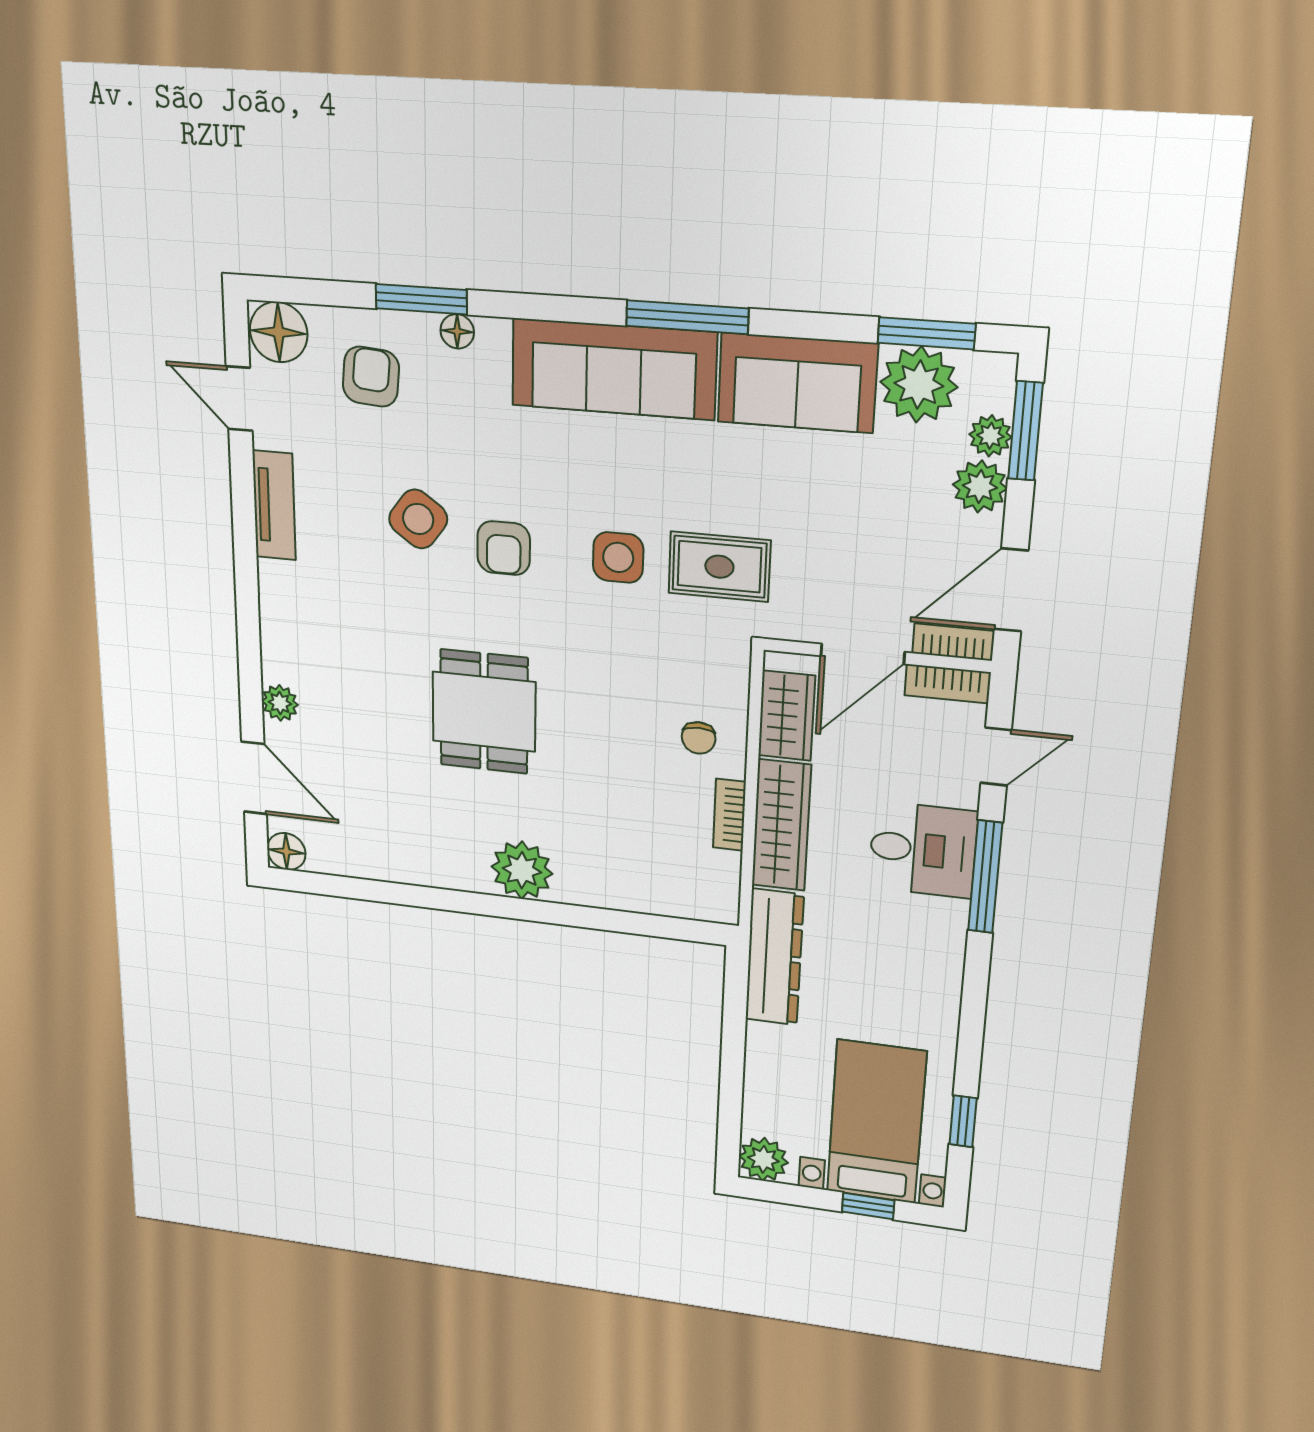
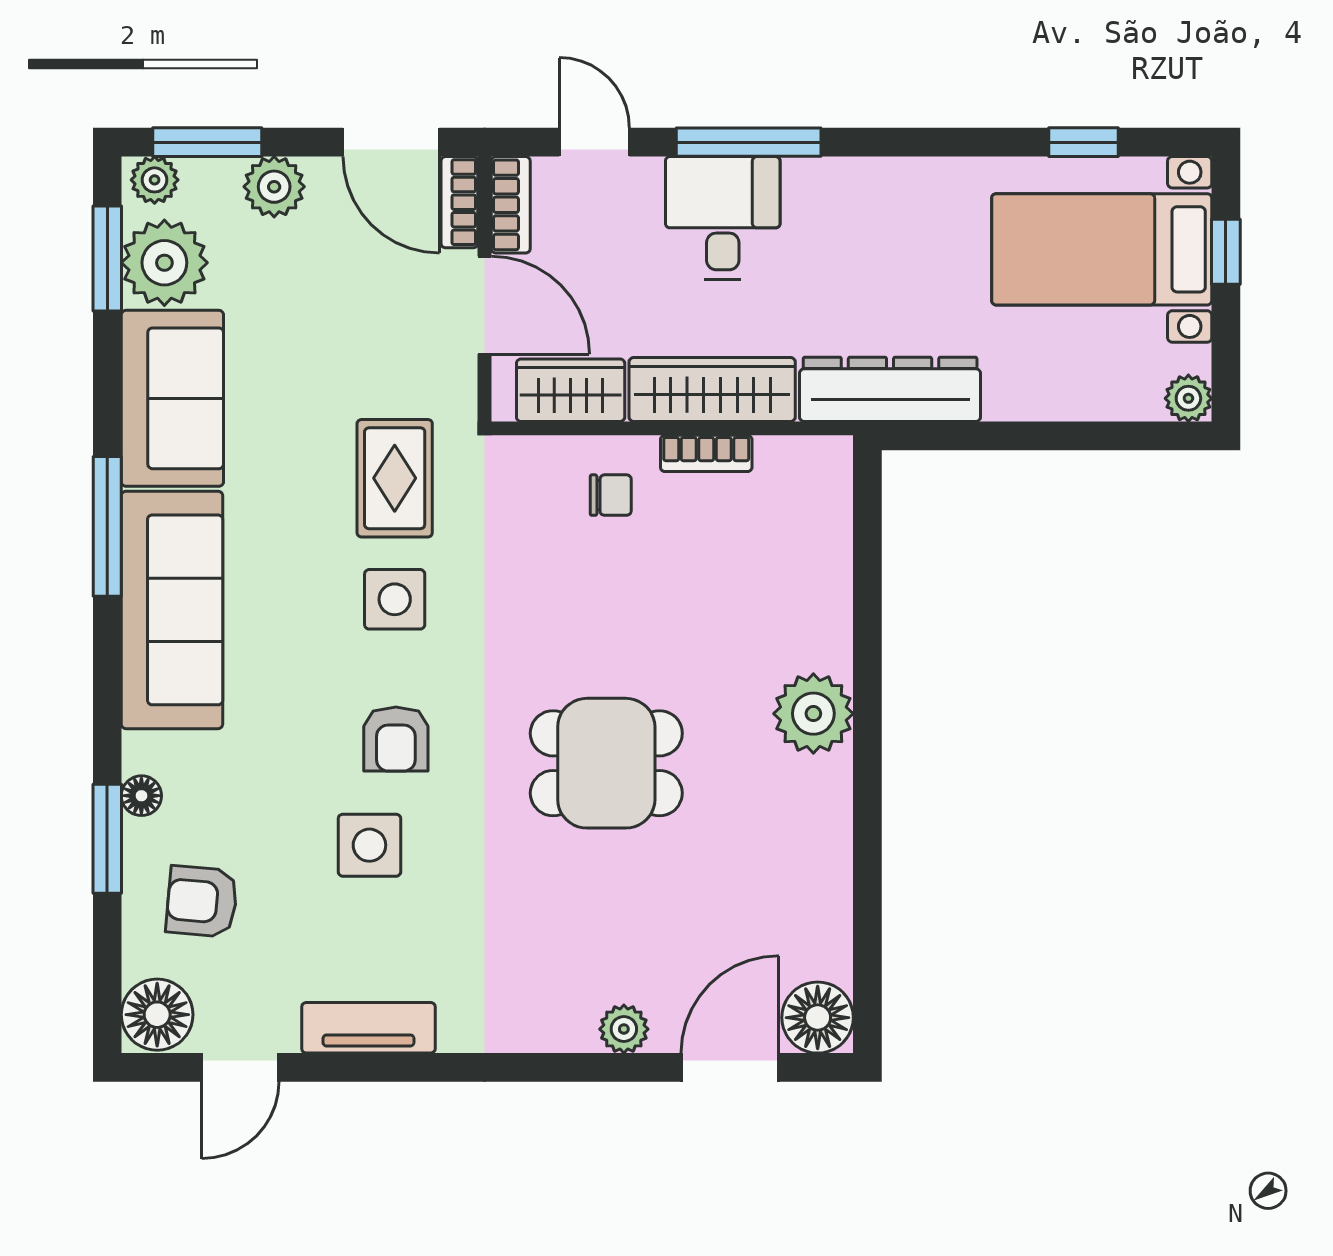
plant: (990, 436) -> (155, 180), moved
side table: (418, 519) -> (369, 845), turned -36
armchair: (504, 548) -> (396, 739), turned 90
floor lamp: (286, 851) -> (818, 1018), width x1.38, depth x1.38
plant: (763, 1159) -> (1188, 398), width x0.73, depth x0.73

